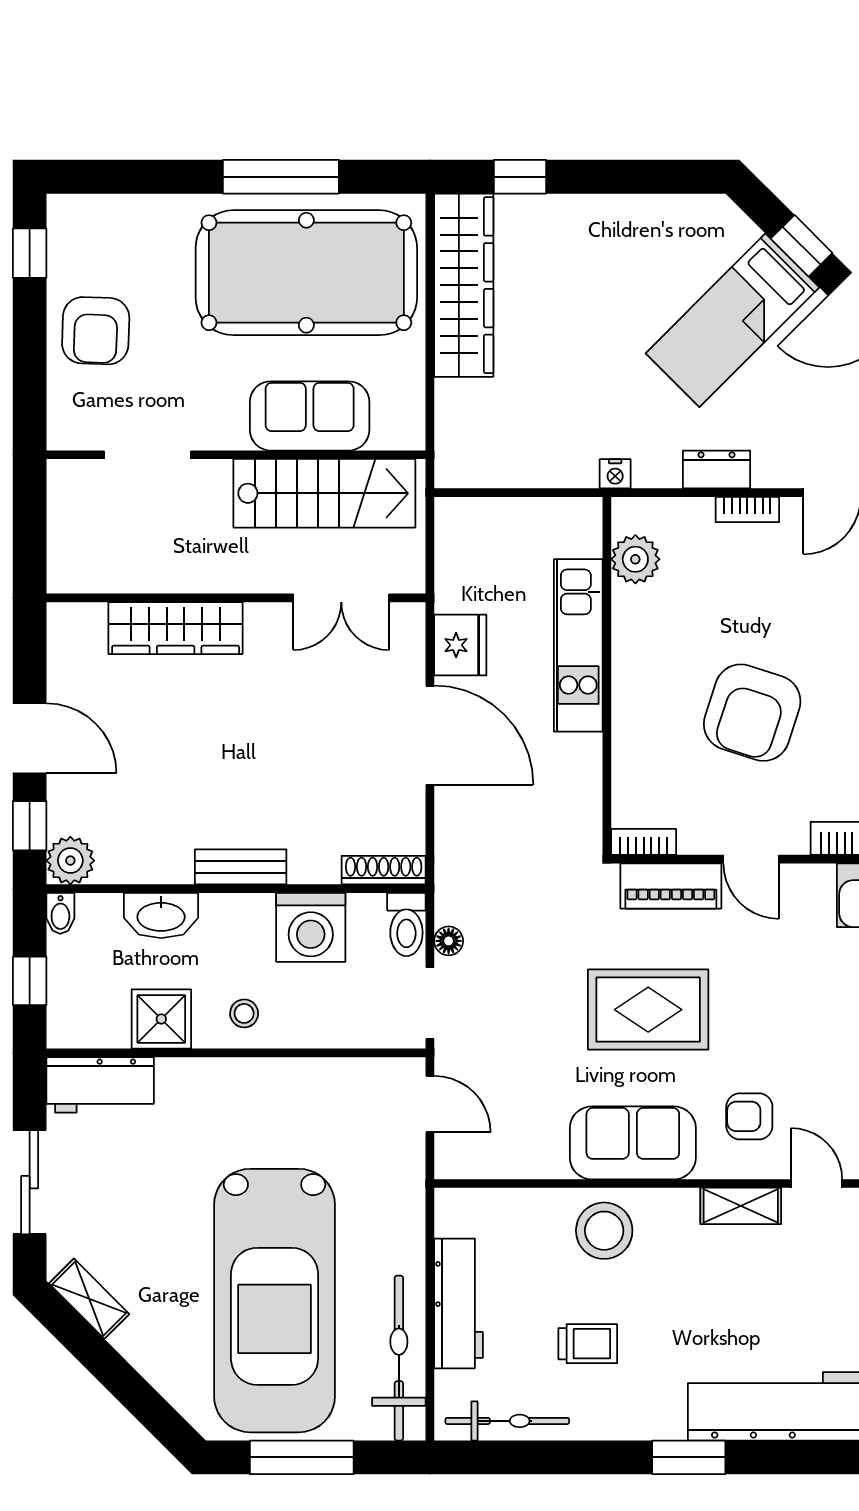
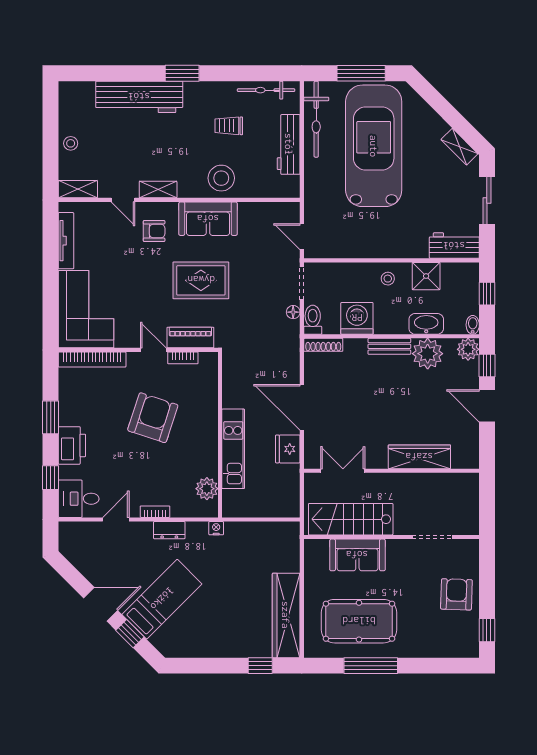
pool table: (306, 273) -> (359, 621), width x0.73, depth x0.76
bookcase: (644, 842) -> (183, 358), moved
plant: (158, 851) -> (428, 354), added

